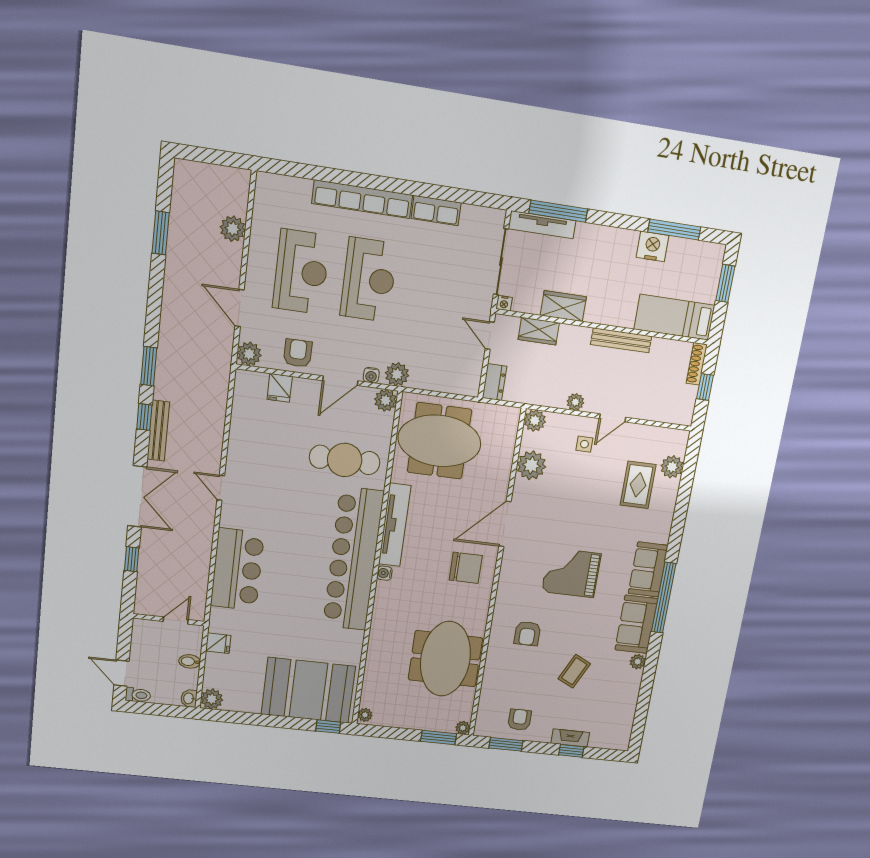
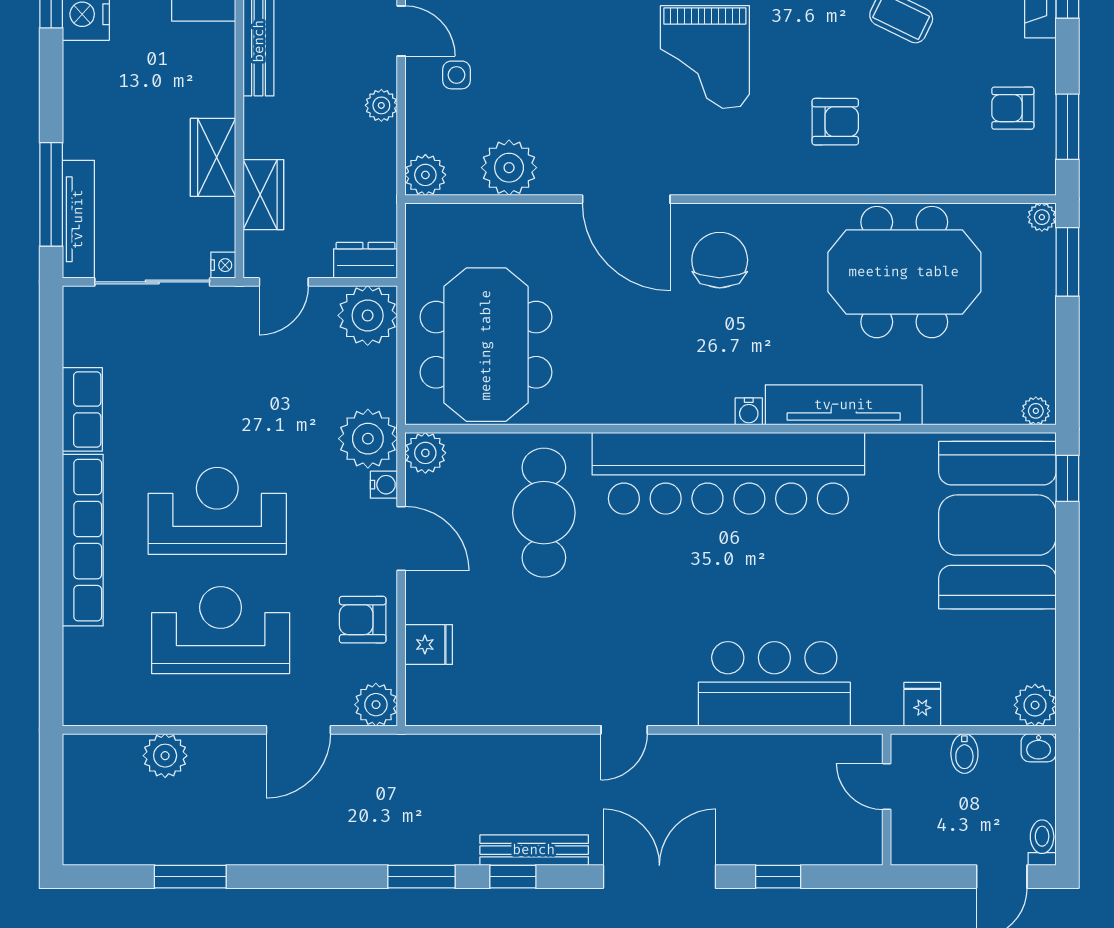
plant: (397, 374) -> (368, 439), width x1.36, depth x1.36
plant: (465, 379) -> (368, 315), added
tv unit: (395, 525) -> (844, 405), moved

